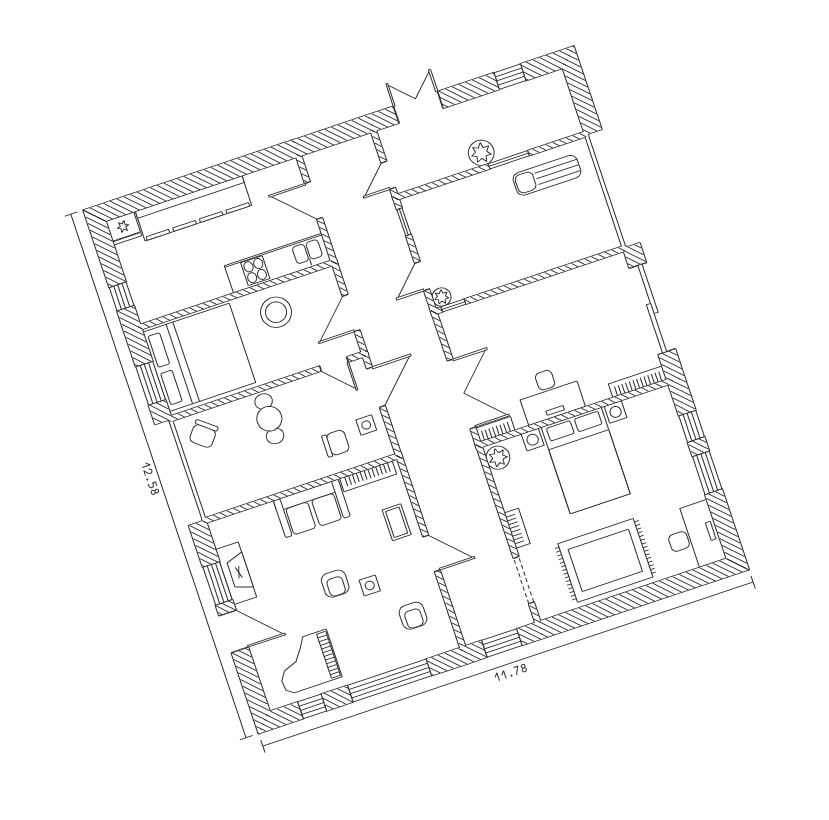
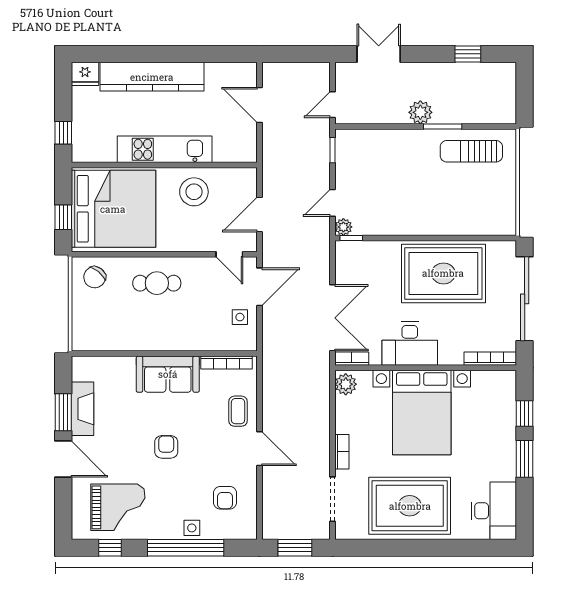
kitchen unit: (278, 263) -> (165, 149), moved
rug: (560, 310) -> (443, 273), added
window: (151, 383) -> (63, 217), width x0.67
cafe table: (269, 419) -> (157, 283), turned 90
chair: (336, 443) -> (208, 324), removed
armchair: (335, 584) -> (166, 447), turned 180
side table: (370, 585) -> (192, 528), moved
grand piano: (306, 662) -> (118, 507), turned 180

